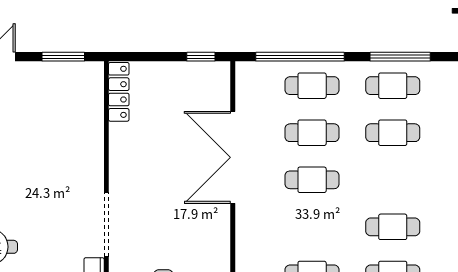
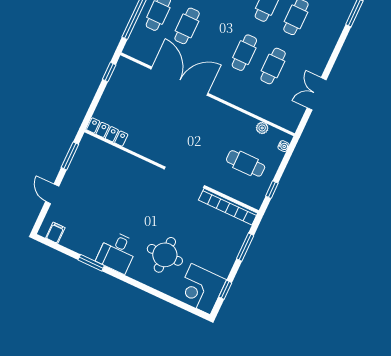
double door: (233, 157) -> (180, 81), swing flipped
cafe table: (312, 180) -> (244, 53), moved

